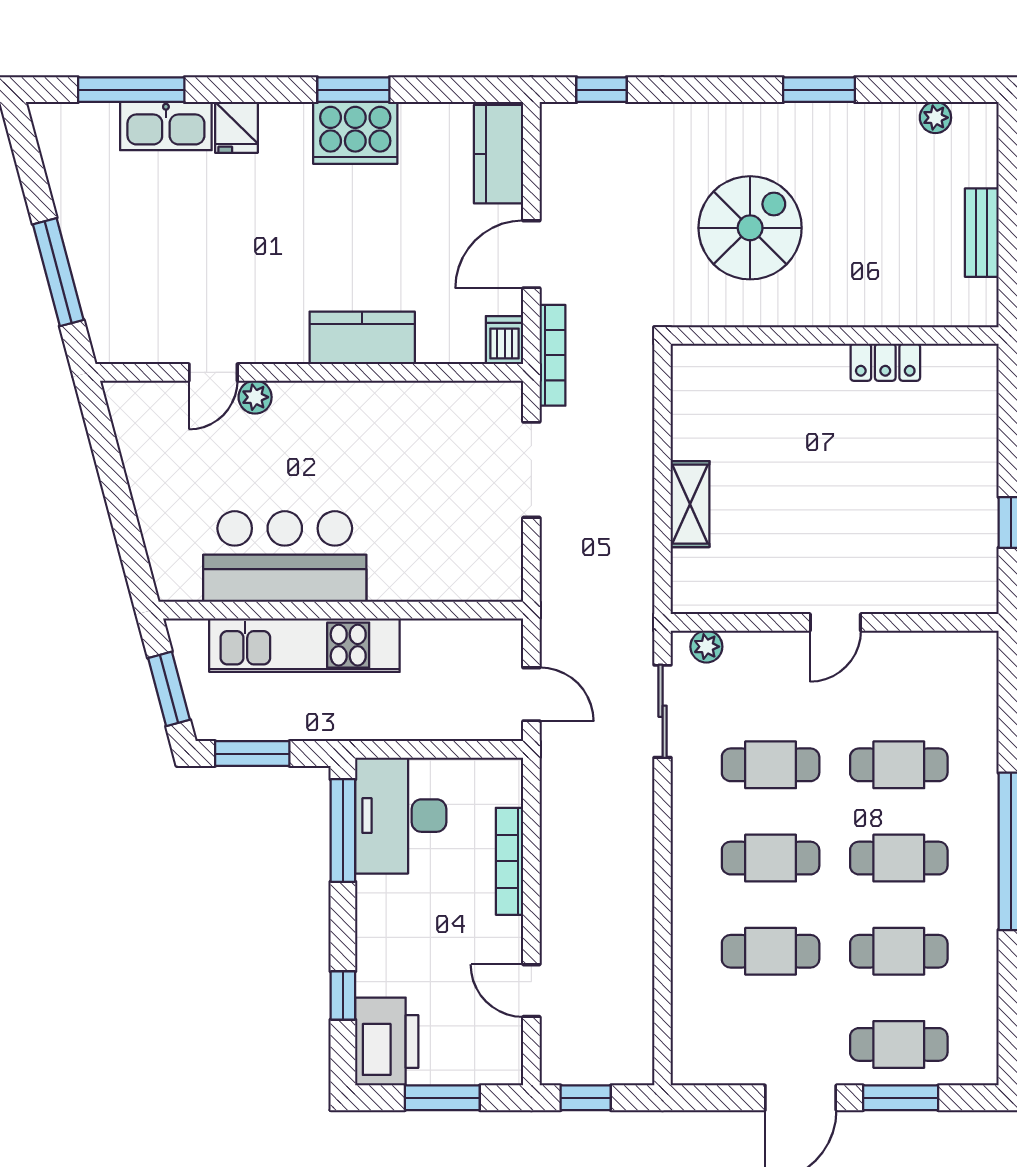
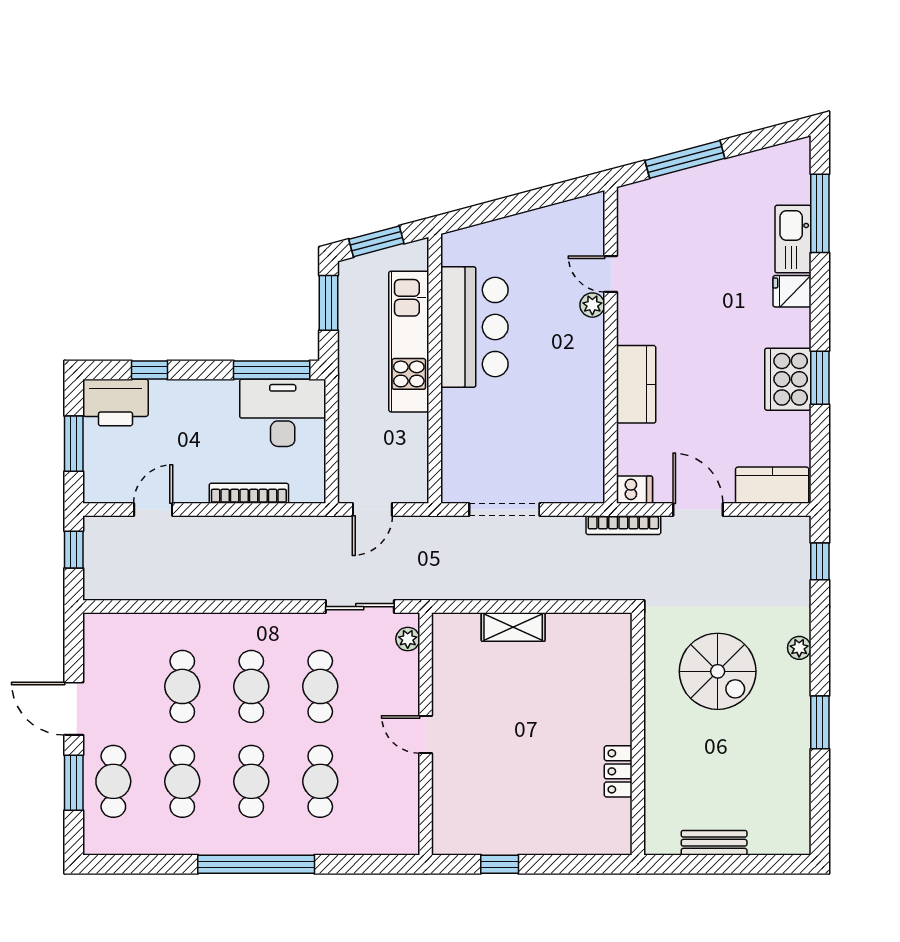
plant: (935, 118) -> (799, 648), moved
doorway: (531, 470) -> (504, 510), moved

